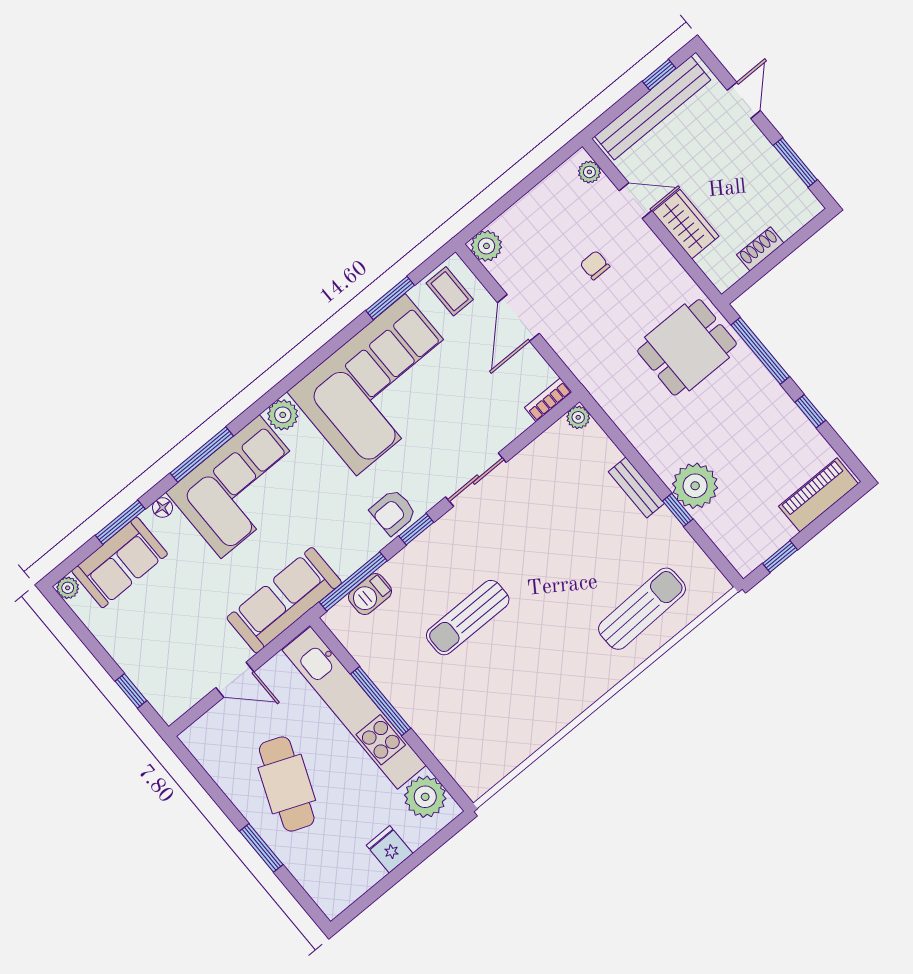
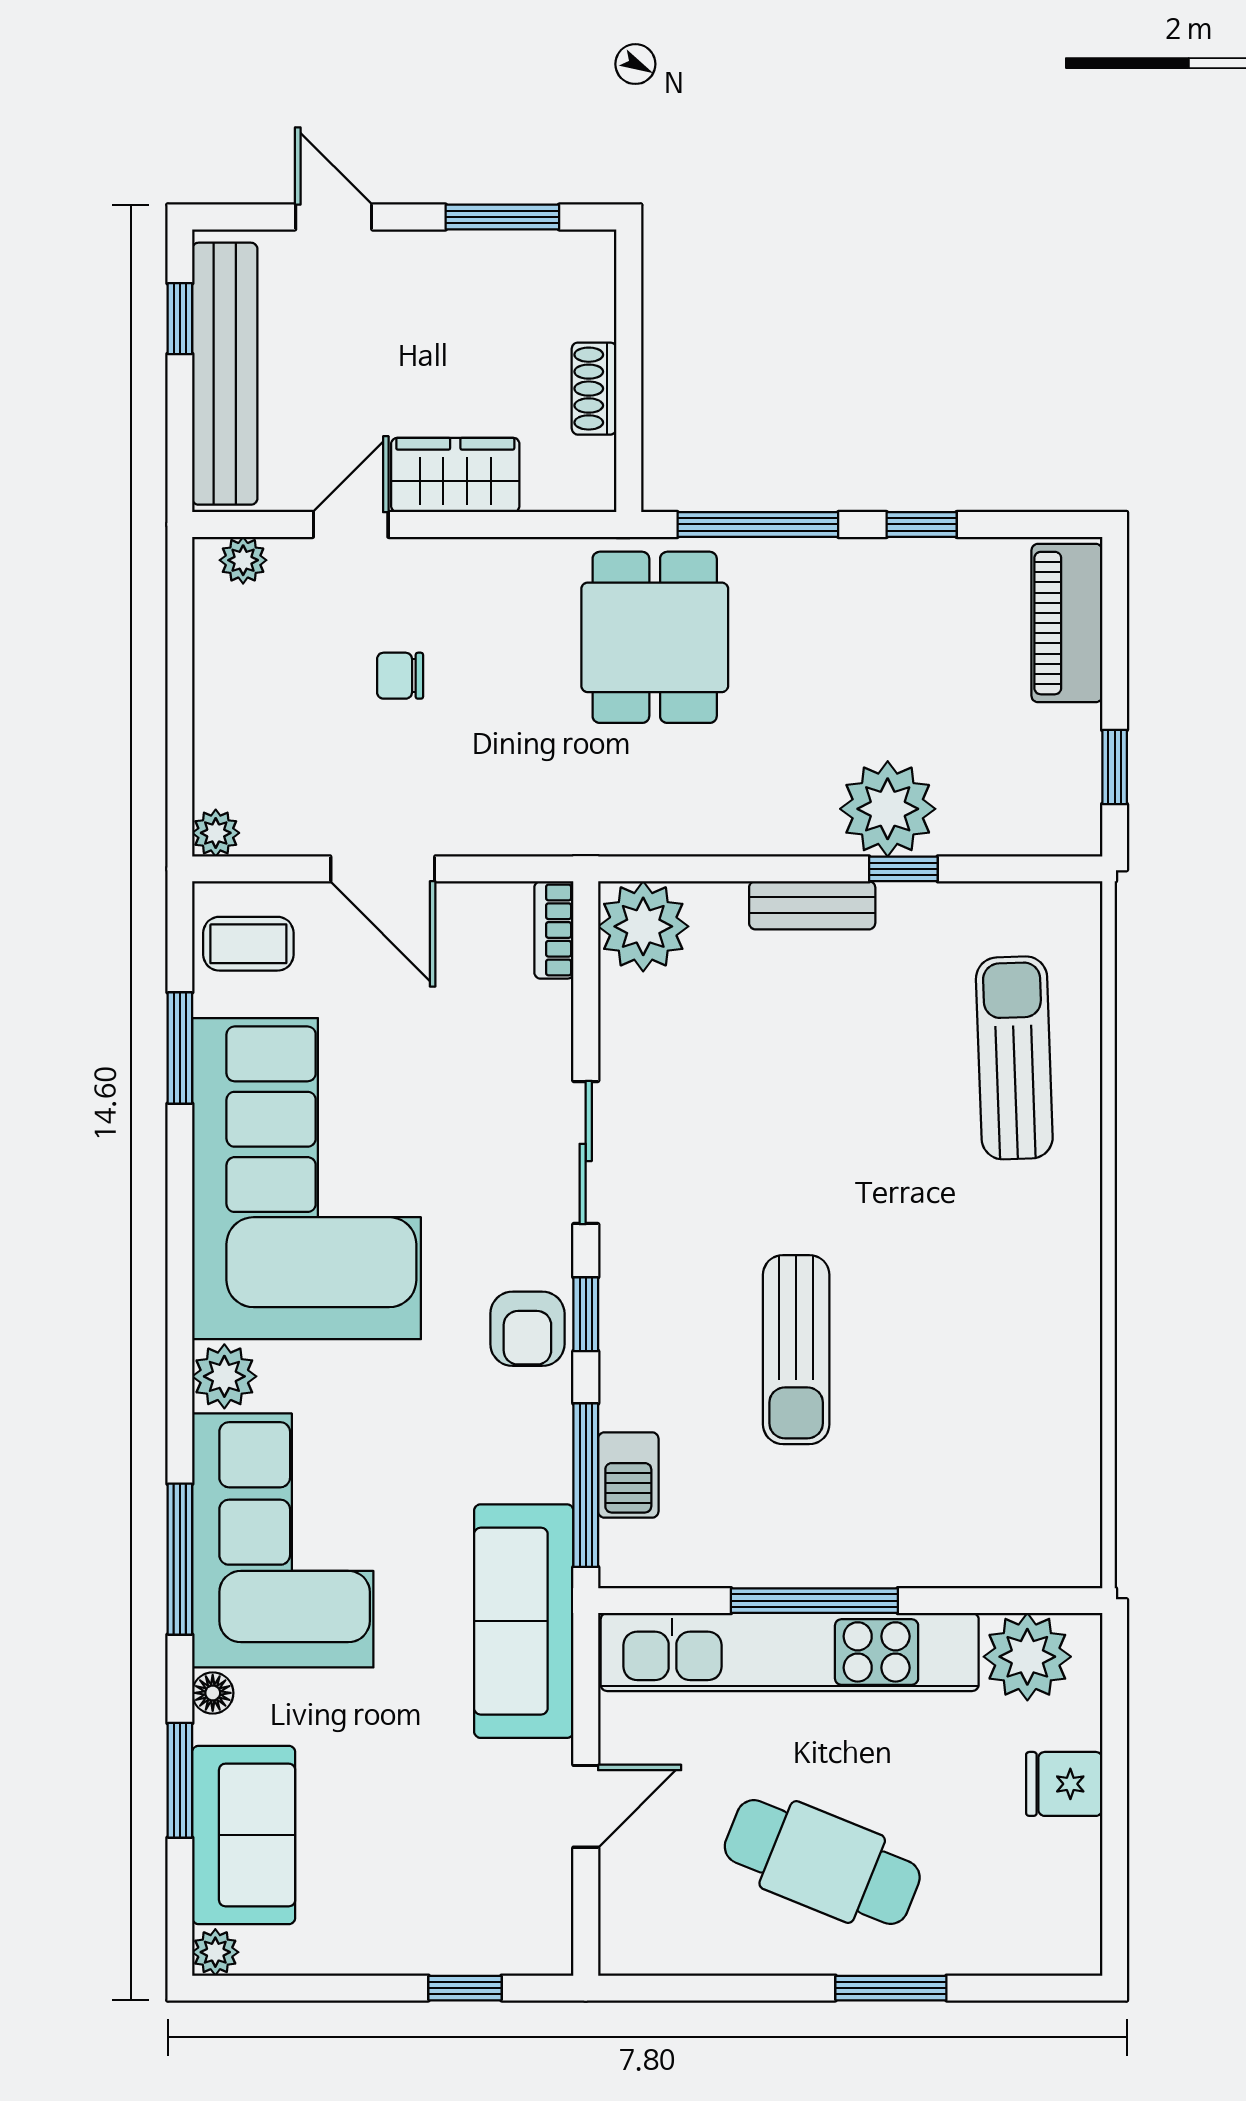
plant: (486, 246) -> (216, 833), width x0.73, depth x0.73
plant: (578, 417) -> (643, 926), width x1.88, depth x1.88

